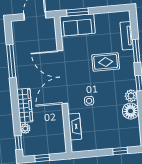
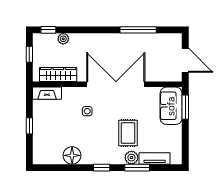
plant: (131, 96) -> (131, 158), moved
wardrobe: (25, 106) -> (58, 75), moved, turned 180
fireplace: (75, 127) -> (47, 93), moved
window: (120, 151) -> (29, 126), moved

